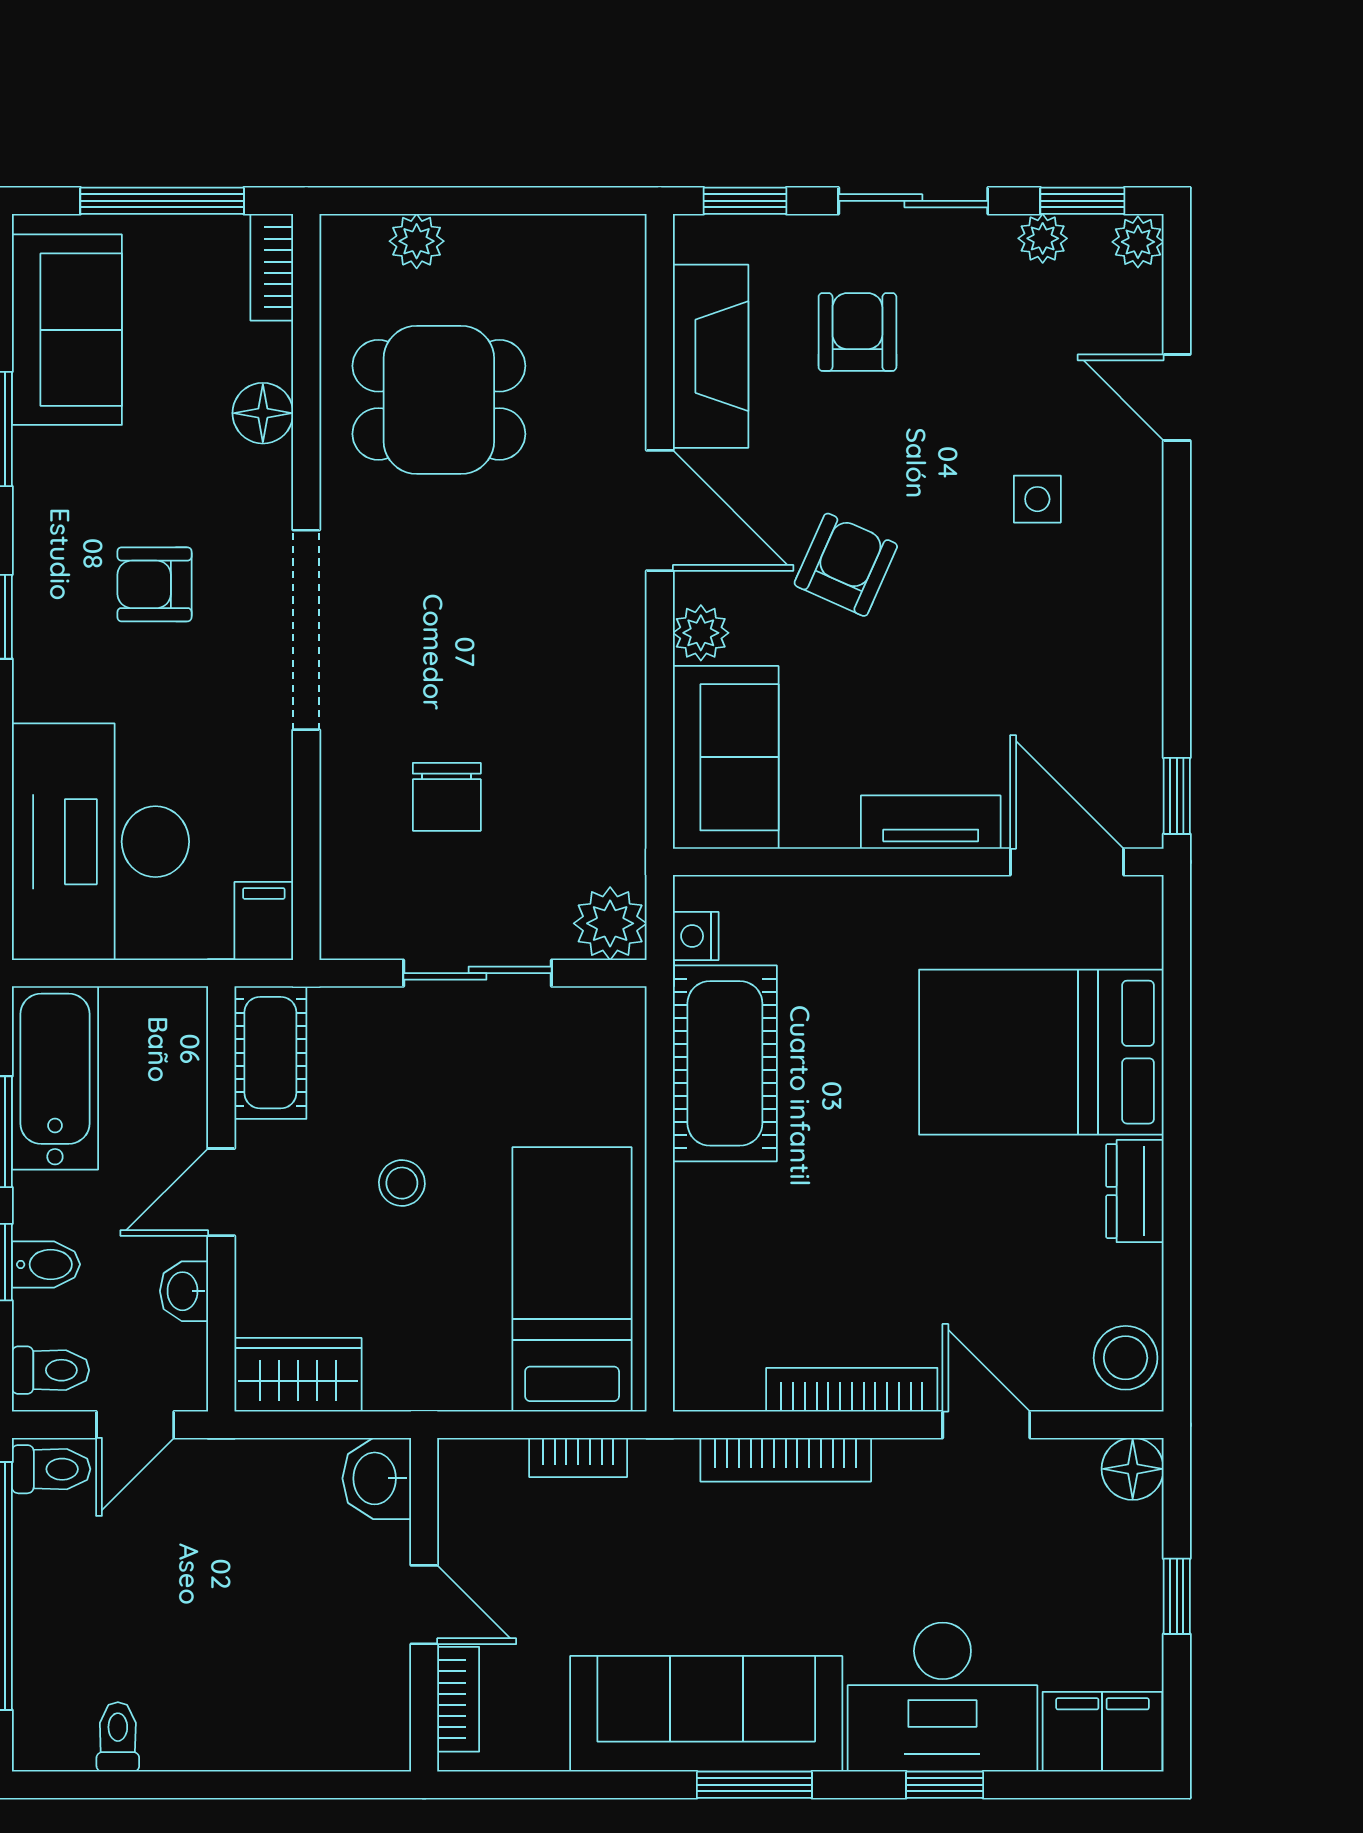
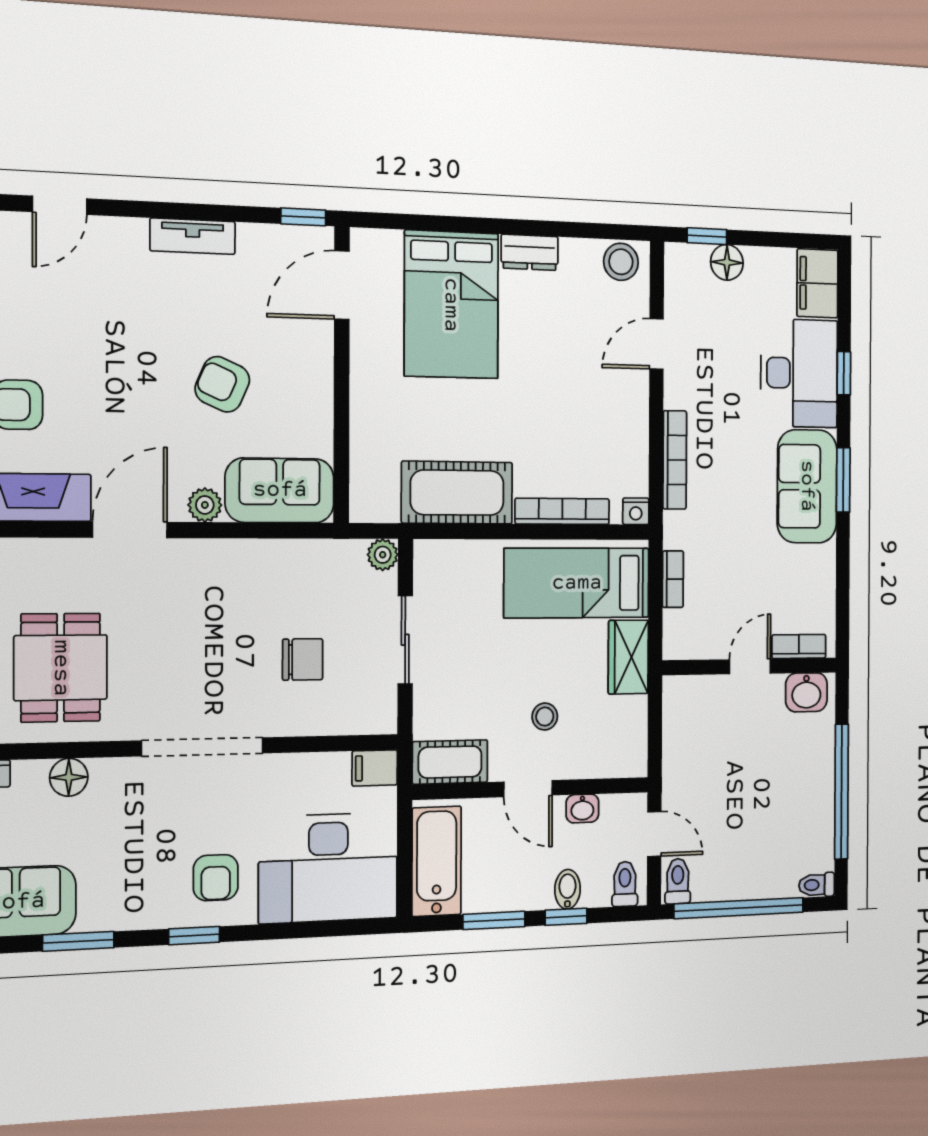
side table: (1037, 499) -> (123, 295), removed
armchair: (846, 565) -> (222, 384), moved
armchair: (154, 584) -> (216, 878), moved
tv unit: (931, 822) -> (193, 236), moved, turned -90
plant: (610, 923) -> (383, 555), width x0.73, depth x0.73
nightstand: (696, 936) -> (636, 511), moved
bathtub: (55, 1078) -> (437, 861), moved, turned 90
stool: (402, 1183) -> (545, 717), moved
wardrobe: (298, 1375) -> (628, 657), moved
bookcase: (852, 1390) -> (562, 511), moved, turned 90
floor lamp: (1133, 1469) -> (727, 262), moved
washbasin: (377, 1478) -> (806, 692), moved
window: (1177, 1596) -> (707, 236), moved
sofa: (706, 1714) -> (807, 486), width x0.73
toilet: (118, 1737) -> (817, 885), moved
window: (198, 1785) -> (842, 792), added

